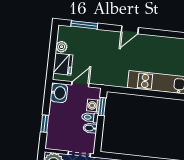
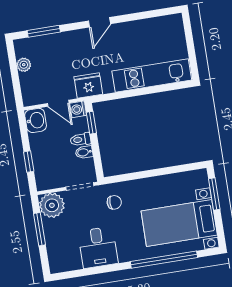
fridge: (63, 64) -> (88, 85), moved, turned -90
door: (80, 84) -> (58, 103), swing flipped
washing machine: (93, 106) -> (78, 109), moved

